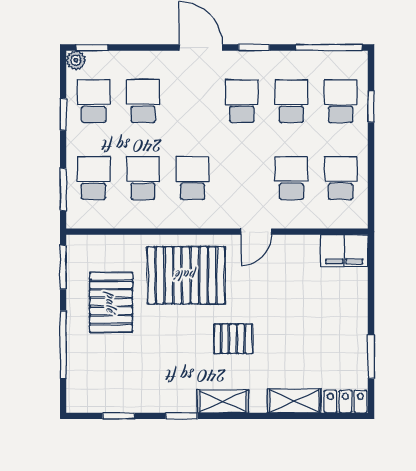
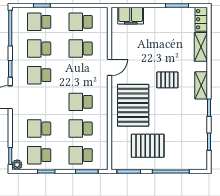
door: (256, 232) -> (110, 67), hinge flipped
filing cabinet: (344, 250) -> (131, 16), moved, turned 90
pallet: (233, 339) -> (167, 80), turned 90

